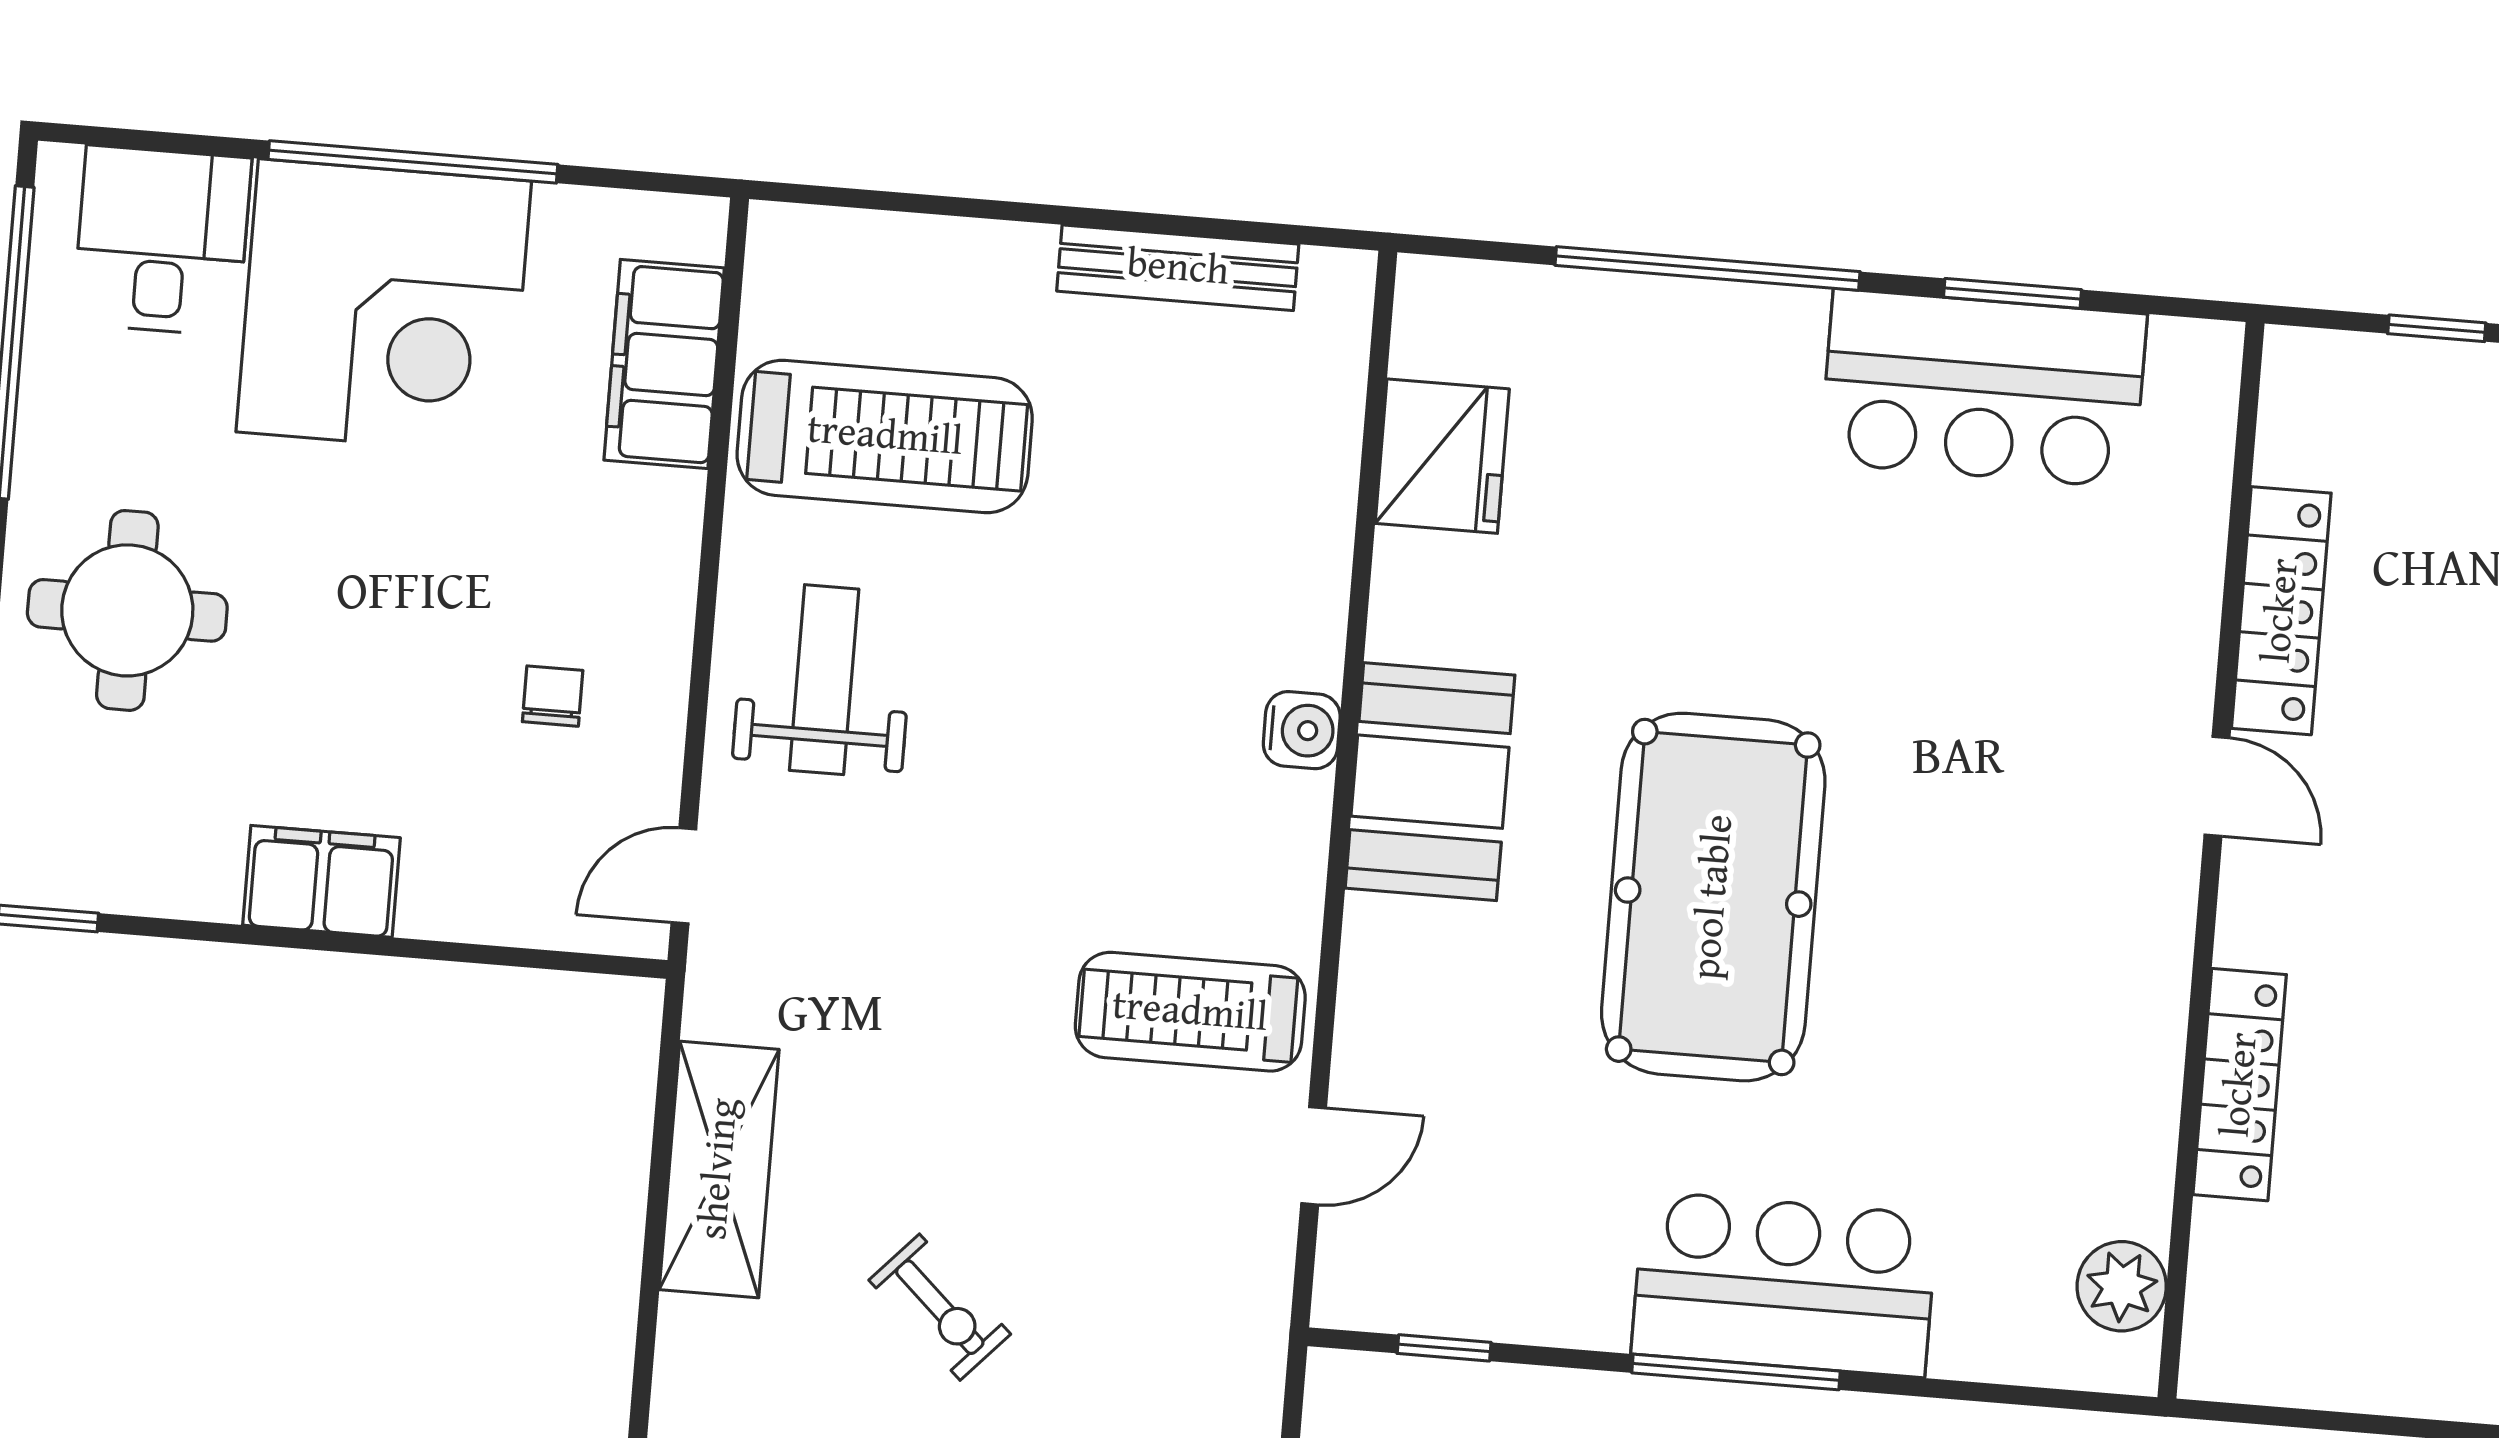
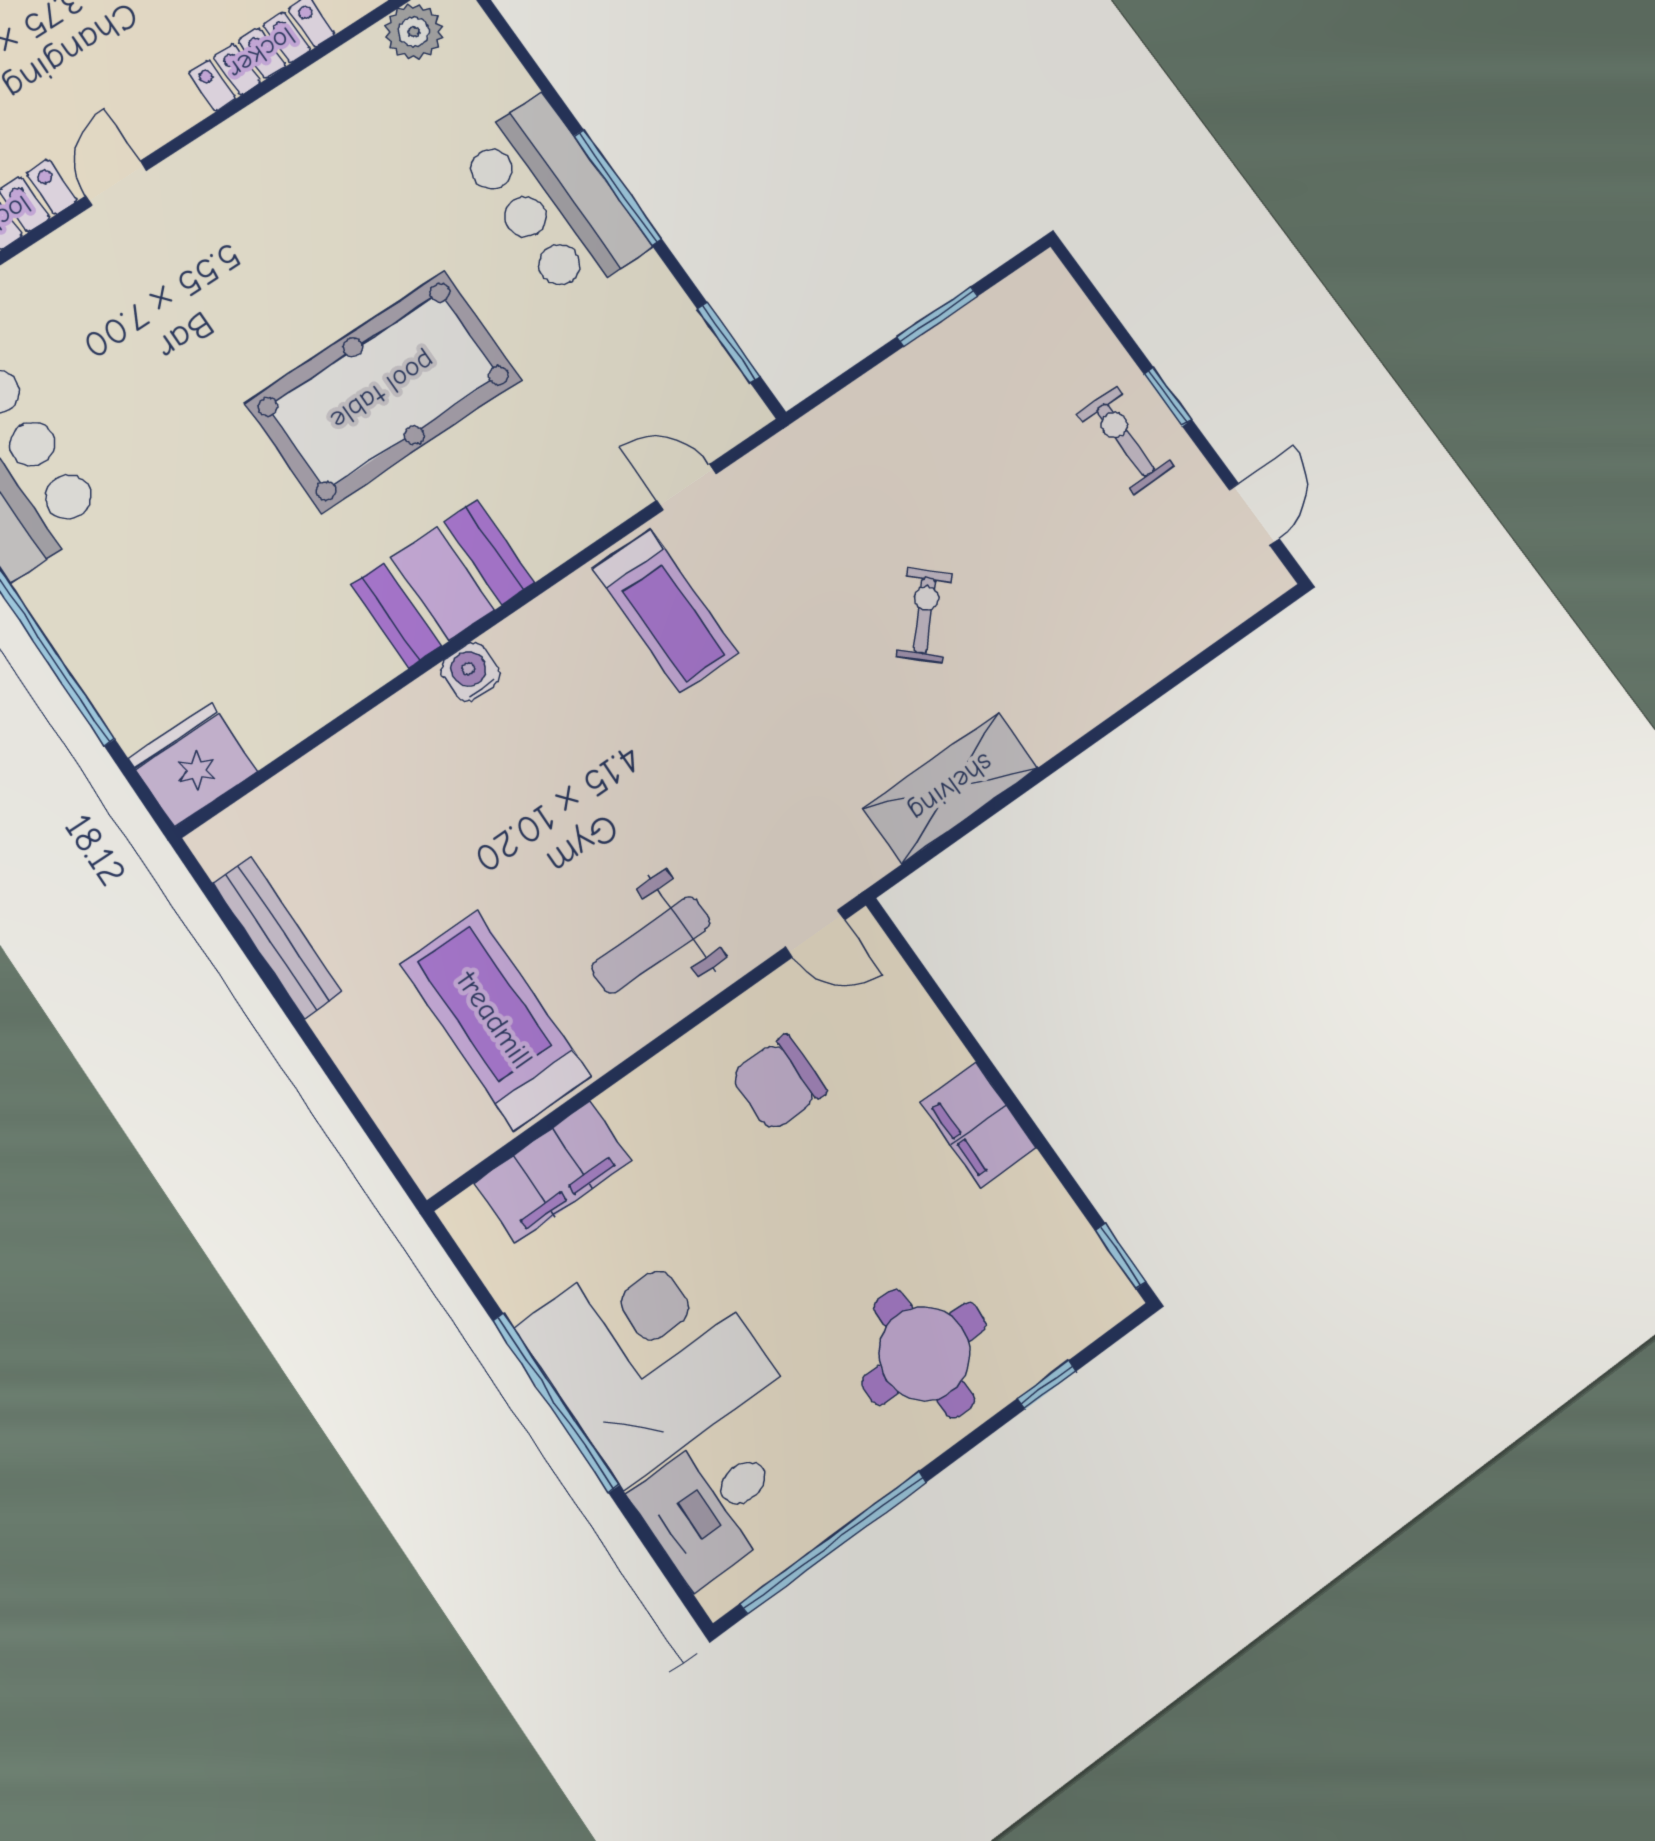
fridge: (1442, 456) -> (193, 765), moved
chair: (553, 696) -> (779, 1083), width x1.87, depth x1.87
window: (1444, 1348) -> (729, 342), width x1.50

